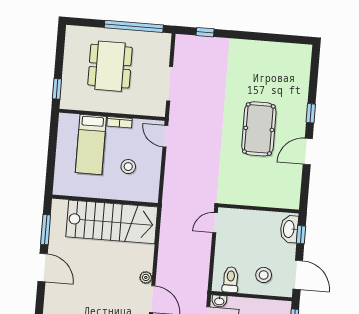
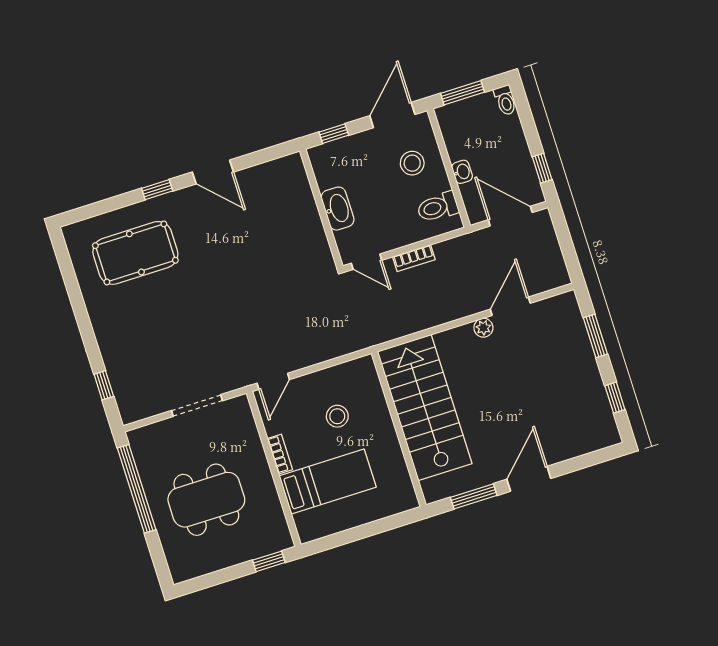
pool table: (259, 129) -> (135, 253), moved
washbasin: (289, 229) -> (338, 209), moved, turned -90
bookcase: (205, 252) -> (414, 258), added
washbasin: (219, 301) -> (462, 172), moved

